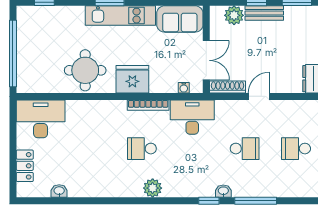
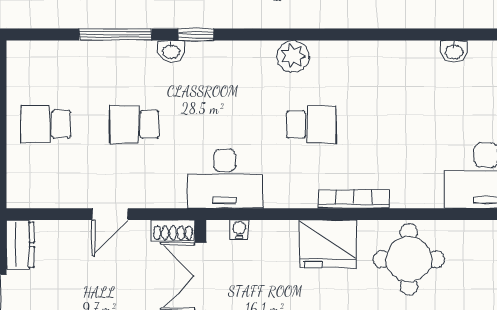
shoe rack: (228, 87) -> (173, 230), width x0.70
bookcase: (148, 105) -> (354, 199), moved
school desk: (296, 149) -> (46, 124), turned 180

